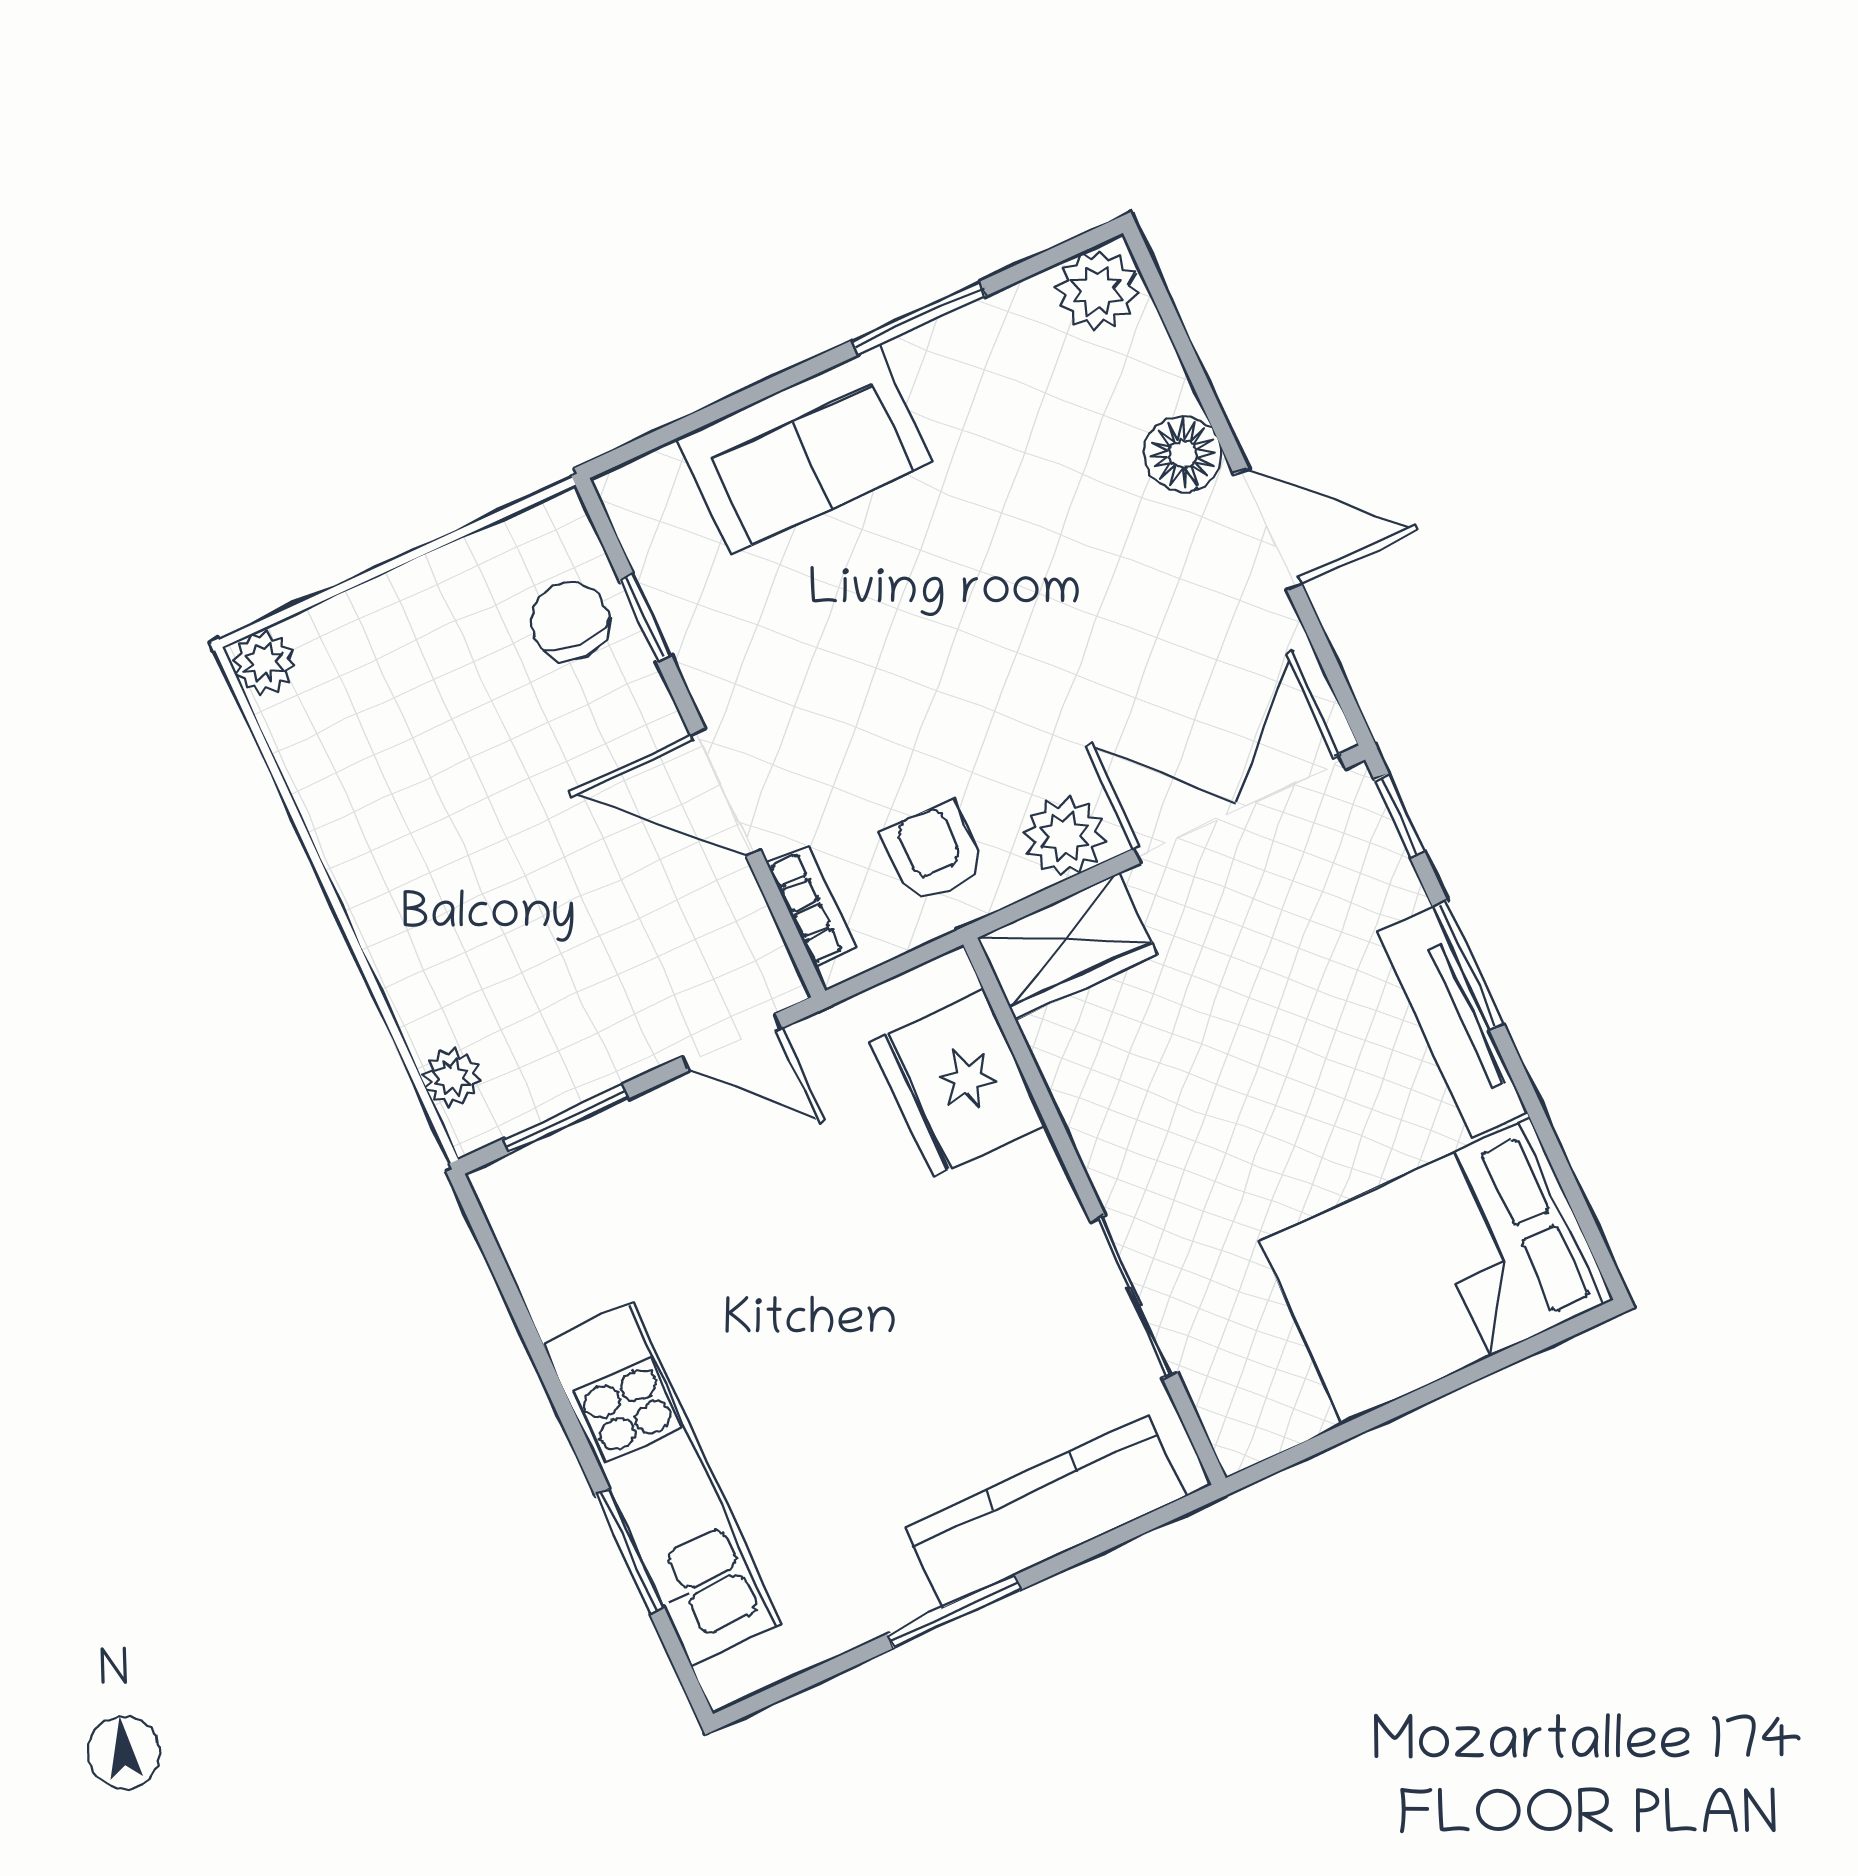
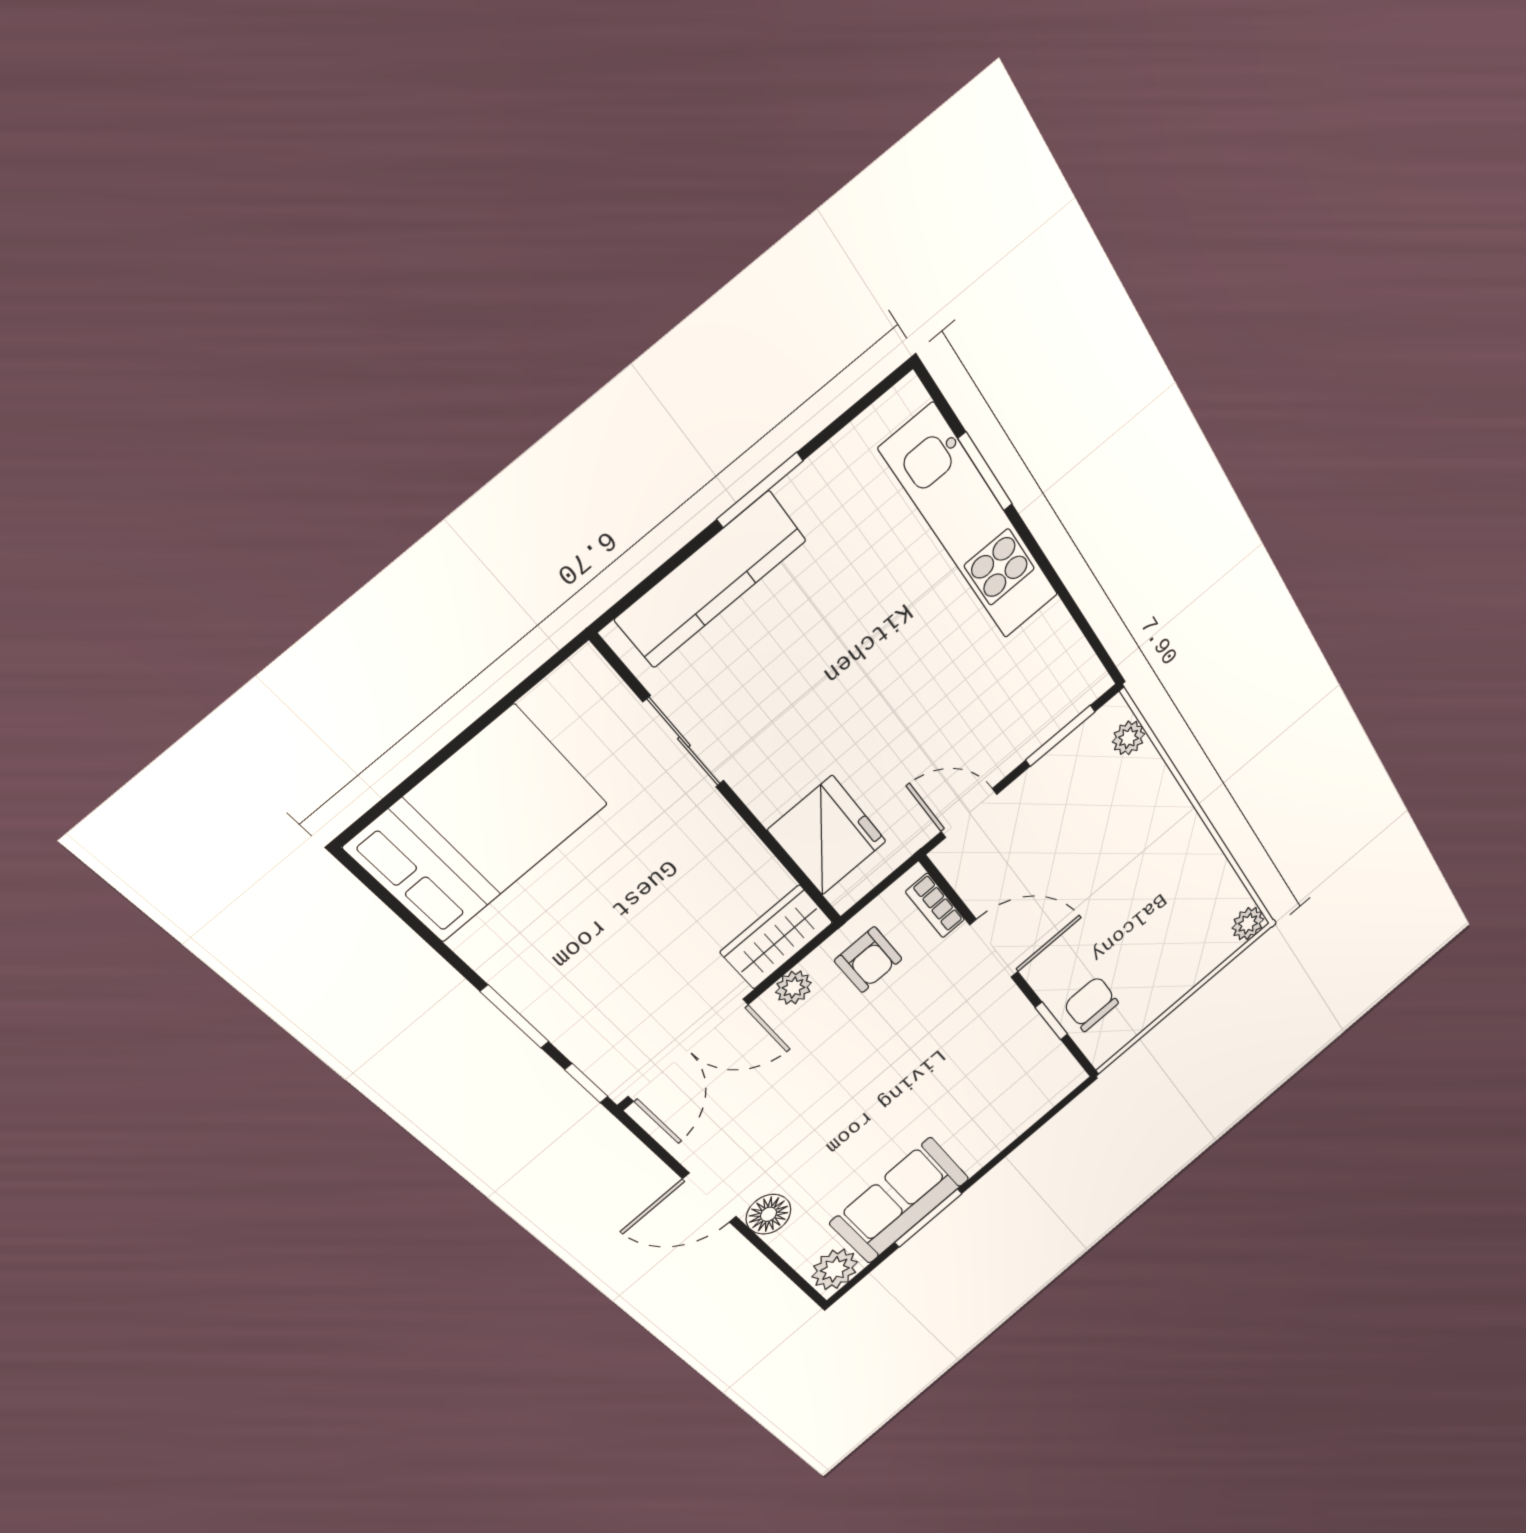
sofa: (805, 450) -> (900, 1201), moved
chair: (570, 621) -> (1091, 1004), turned 180
plant: (1064, 837) -> (793, 988), width x0.73, depth x0.73
tv unit: (1452, 1022) -> (515, 981), removed

